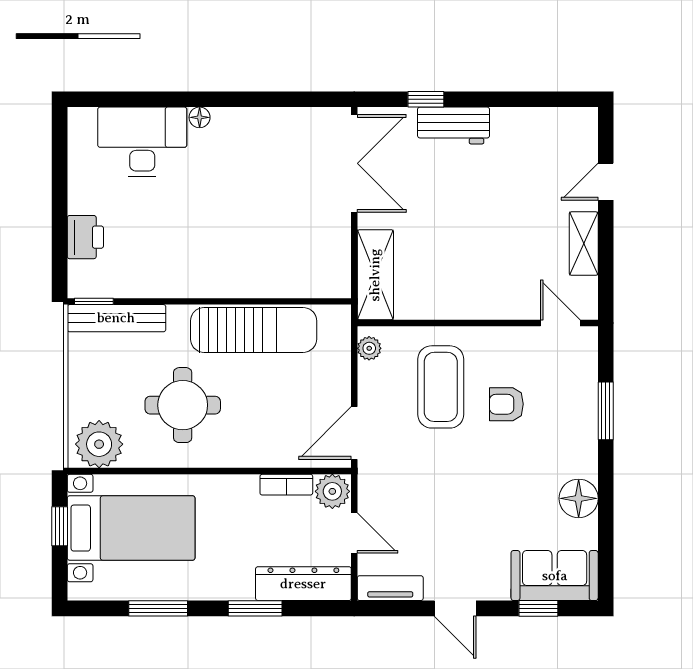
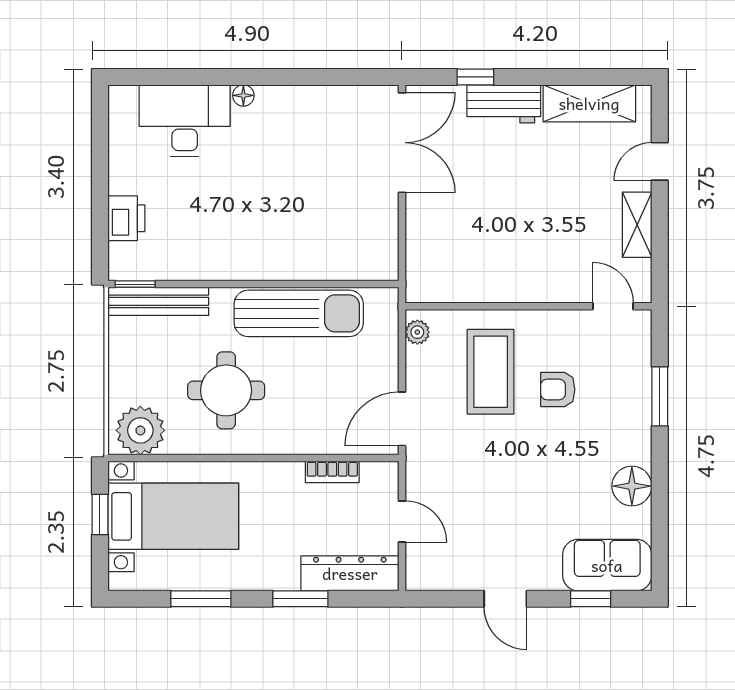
shelving: (375, 275) -> (589, 103), moved, turned 90
plant: (332, 491) -> (379, 479), removed
tv unit: (390, 588) -> (439, 578), removed

